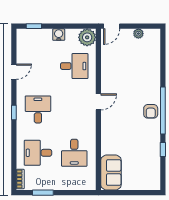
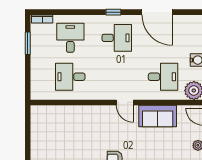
desk: (74, 66) -> (163, 77), turned -90
door: (14, 72) -> (157, 12), width x1.88
sofa: (111, 173) -> (158, 116), moved

